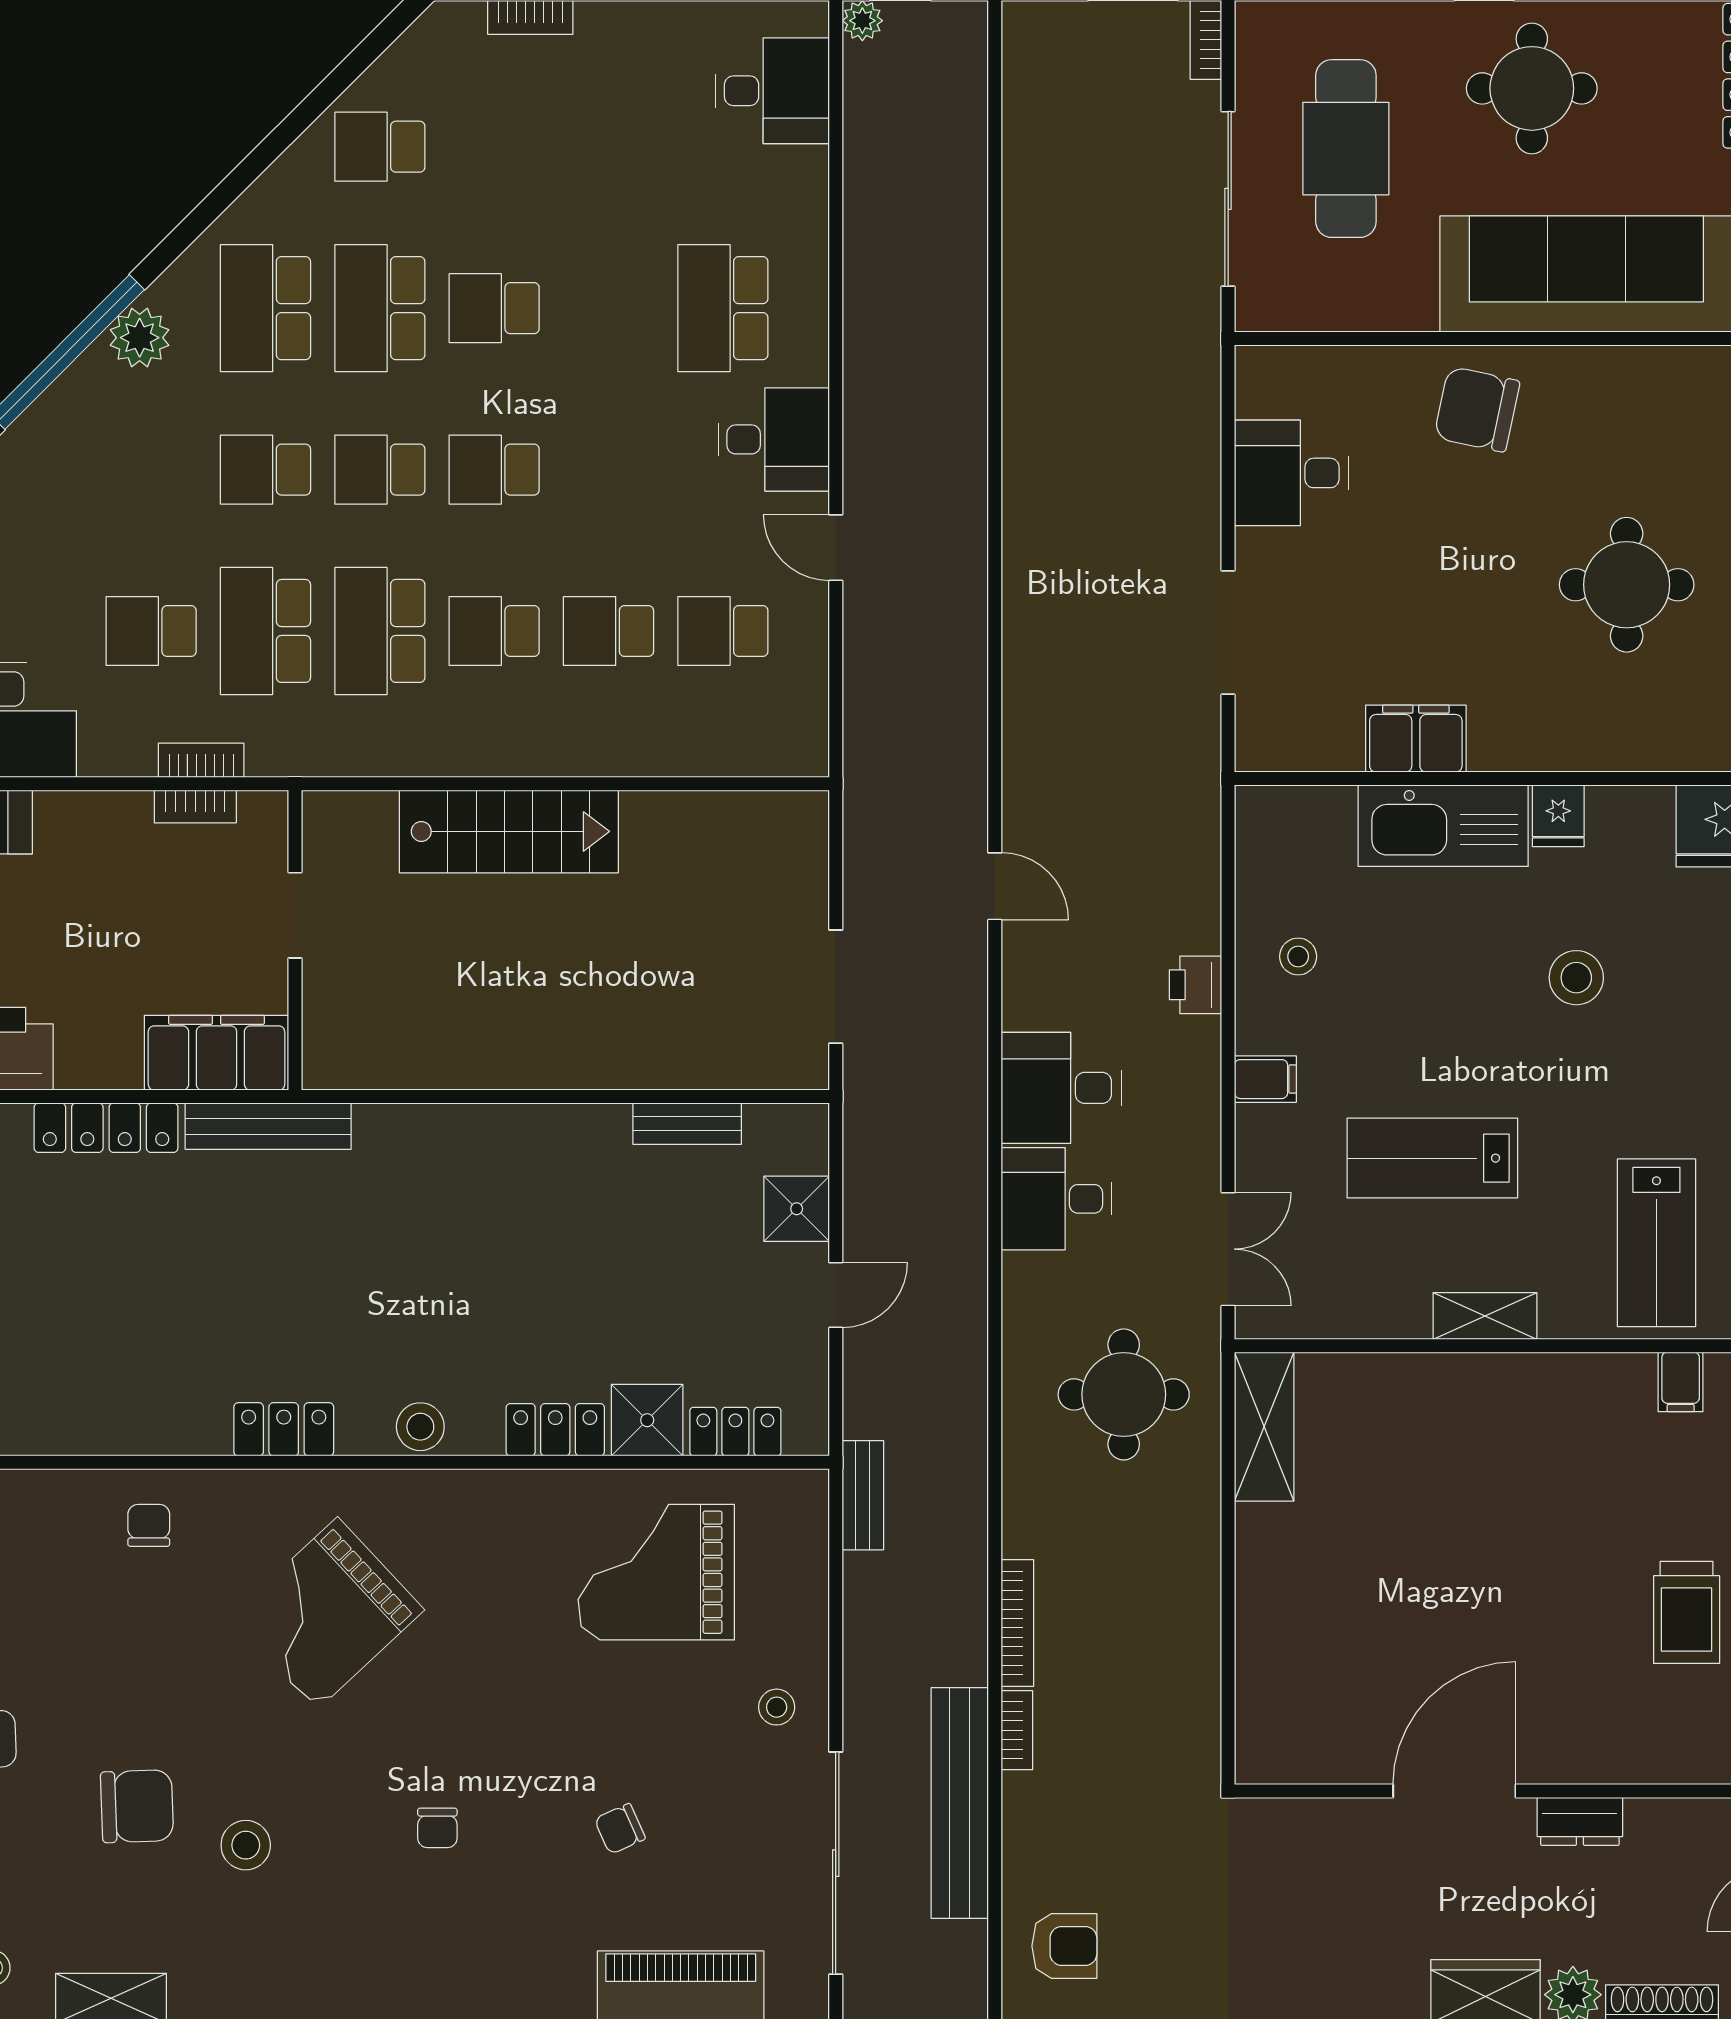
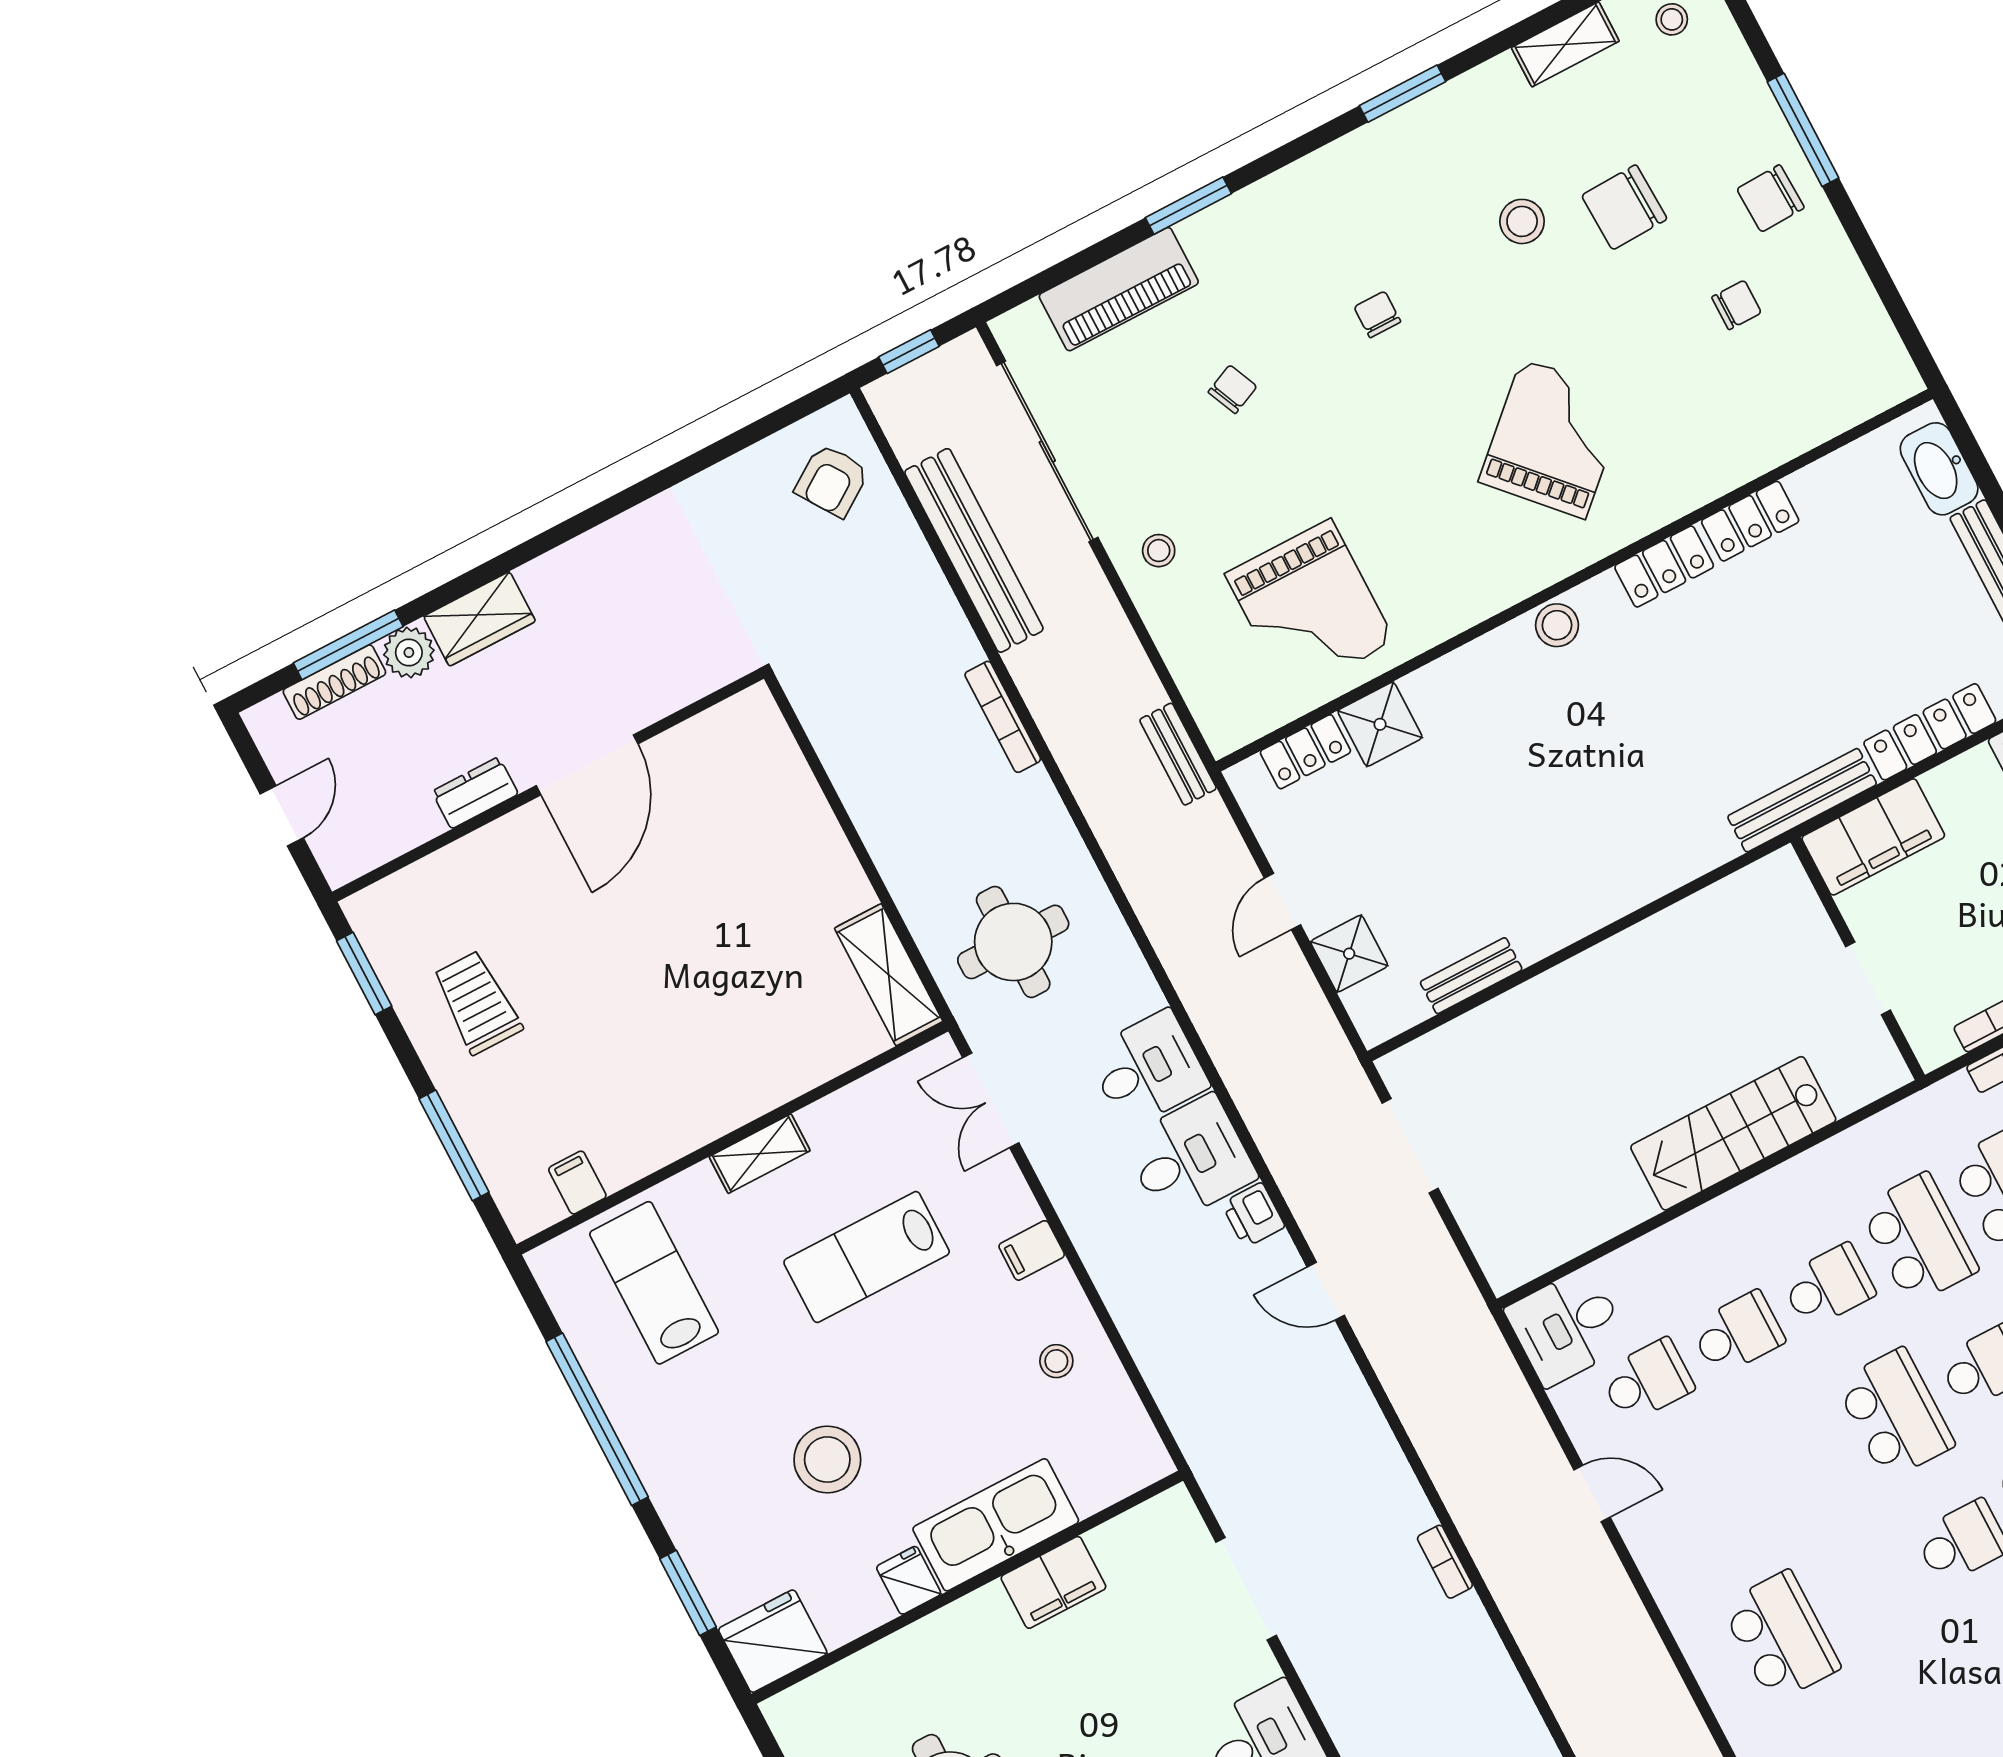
desk: (774, 439) -> (1567, 1327), moved
school desk: (494, 470) -> (1895, 1414), width x1.85
stool: (1576, 978) -> (827, 1460), width x1.38, depth x1.38
printer: (1196, 985) -> (1253, 1215), moved, turned 180
lab bench: (1432, 1158) -> (867, 1257), turned 180
locker: (555, 1430) -> (1750, 521), moved
chair: (149, 1525) -> (1737, 305), moved, turned -90
grand piano: (656, 1572) -> (1310, 608), turned 90
bookcase: (1017, 1730) -> (1445, 1562), moved
armchair: (1064, 1946) -> (832, 481), turned -34

